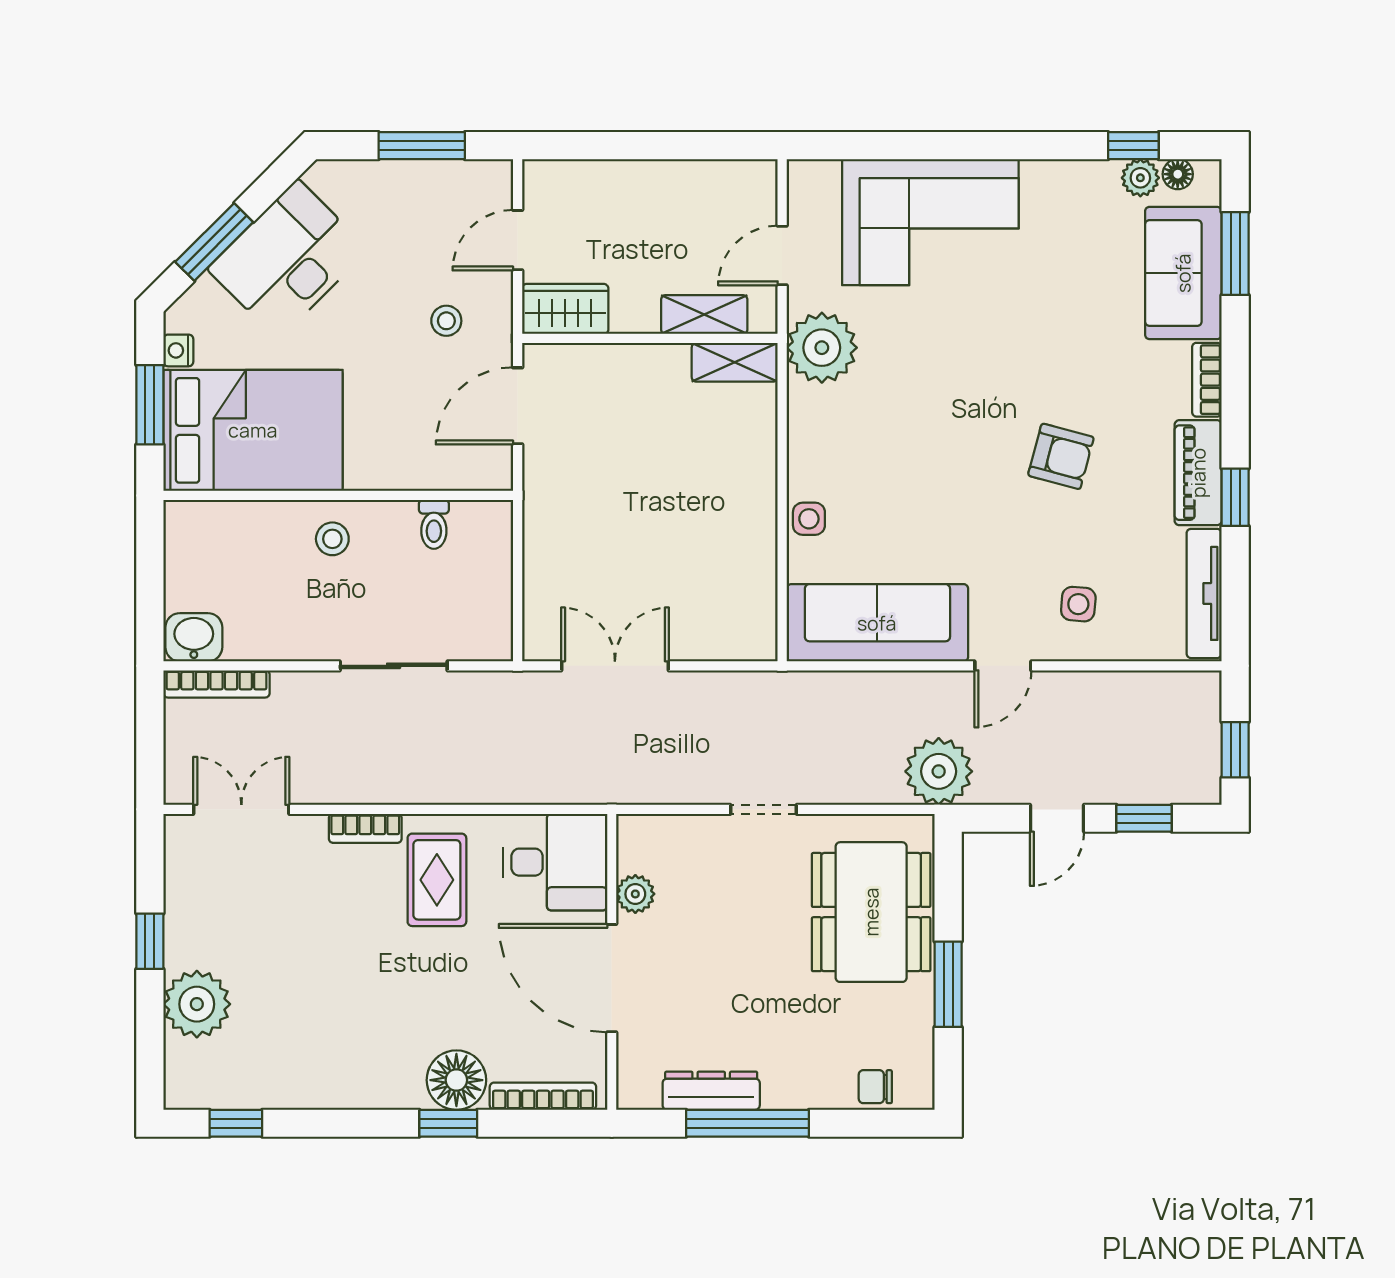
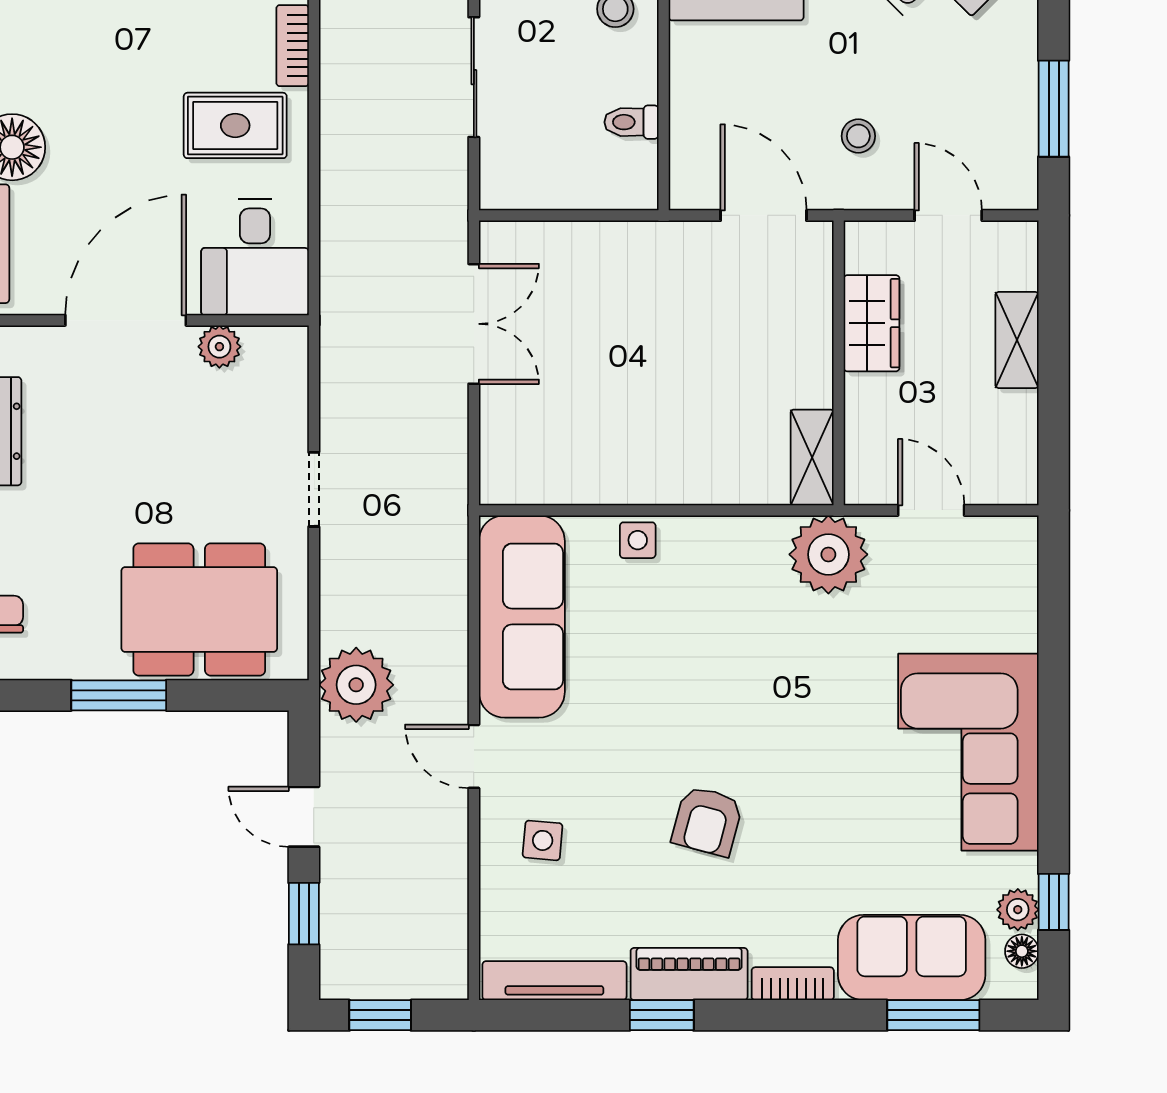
corner sofa: (930, 222) -> (968, 752), moved
wardrobe: (565, 309) -> (872, 323), moved
shelving: (704, 315) -> (1017, 340), moved

